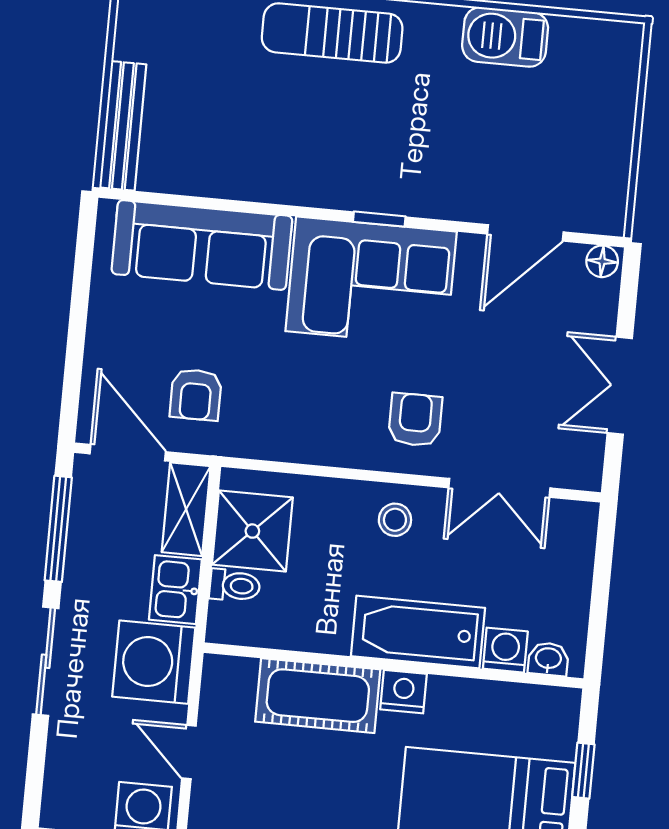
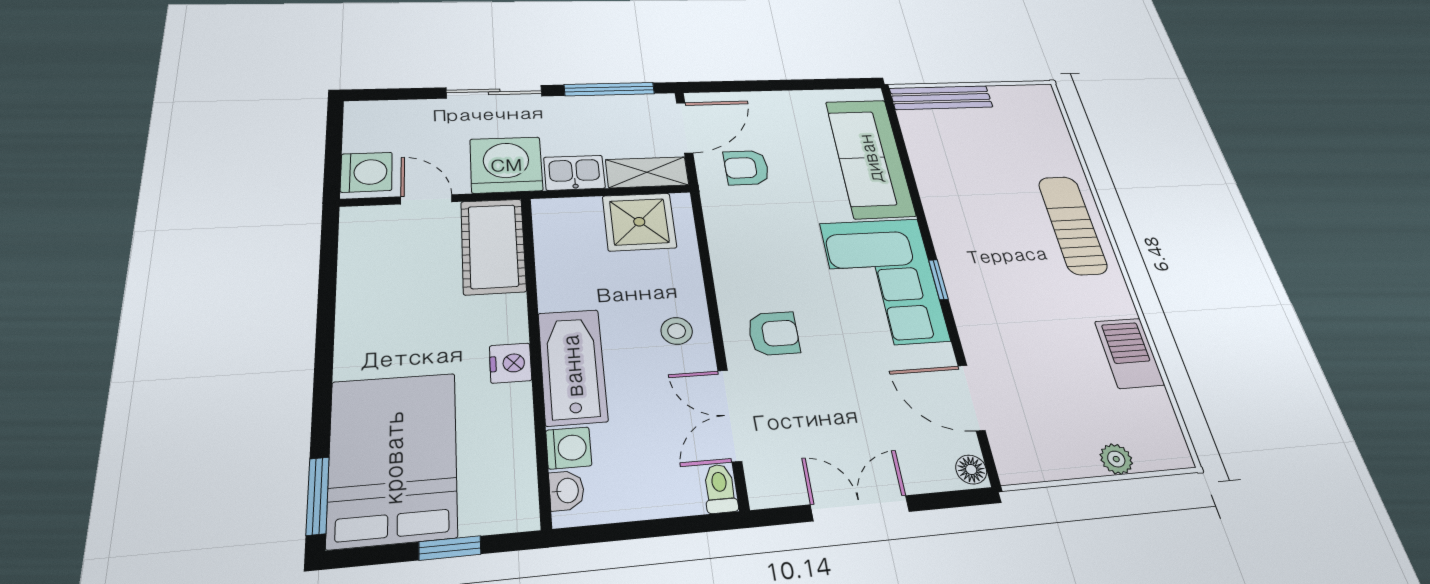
plant: (620, 105) -> (1116, 459), added
toilet: (235, 585) -> (720, 488), moved, turned 180
cot: (318, 696) -> (493, 246), moved
door: (189, 752) -> (426, 199), hinge flipped

